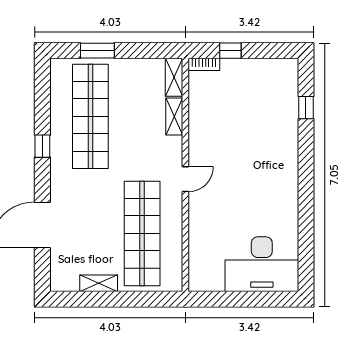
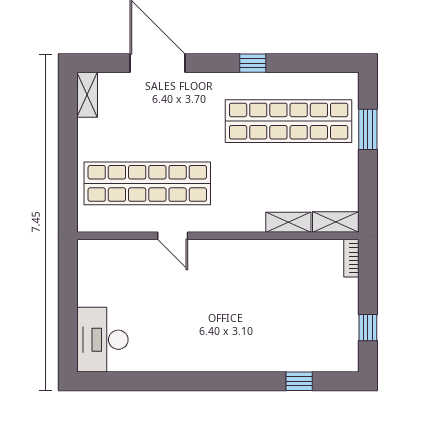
window: (230, 51) -> (368, 328), moved
door: (185, 179) -> (173, 236), moved
desk: (262, 264) -> (102, 340), width x0.73, depth x0.77
shelving: (99, 283) -> (87, 95), moved

